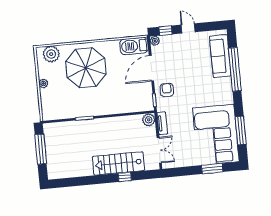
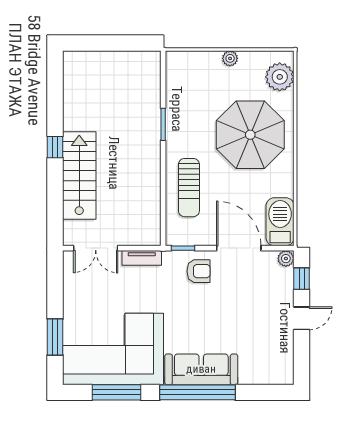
sofa: (220, 56) -> (201, 369), moved
window: (235, 69) -> (198, 392), moved
sun lounger: (119, 100) -> (189, 188), added
plant: (149, 120) -> (150, 235), removed
window: (41, 149) -> (117, 43), removed
window: (125, 177) -> (55, 147), moved

